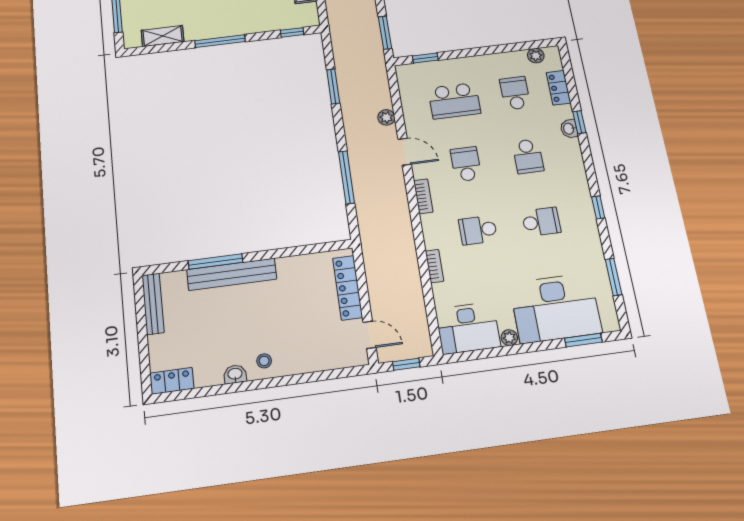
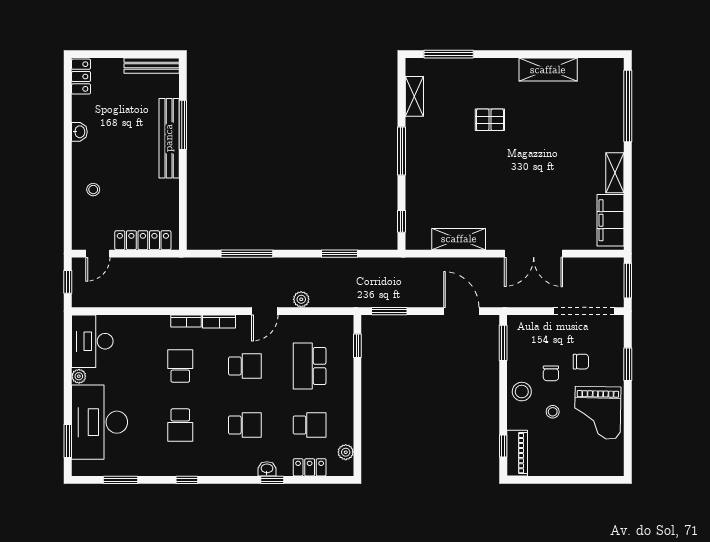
school desk: (528, 156) -> (245, 425), turned 180
bookcase: (435, 266) -> (186, 321), moved
stool: (264, 361) -> (93, 190), moved

